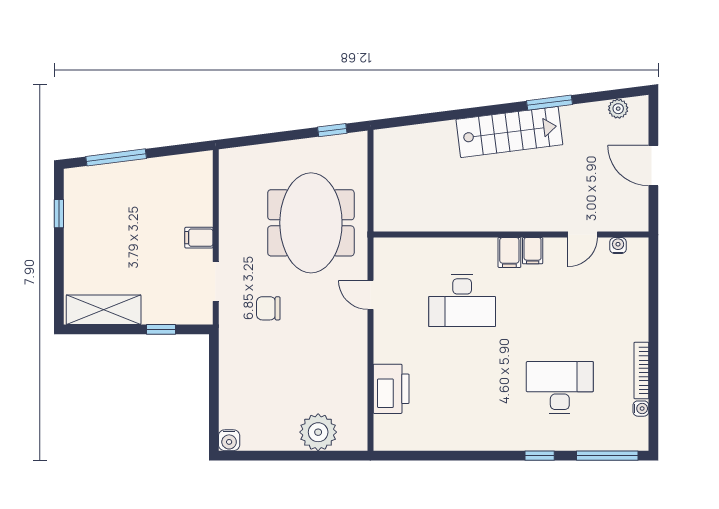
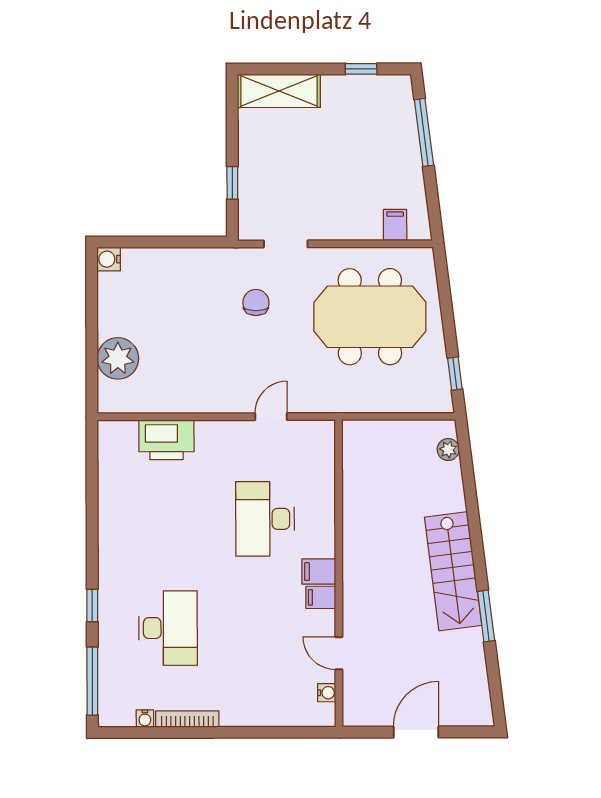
plant: (618, 109) -> (448, 449), moved
meeting table: (311, 223) -> (370, 317), moved
filing cabinet: (199, 238) -> (395, 225), moved
shelving: (104, 310) -> (279, 91), moved, turned 90

